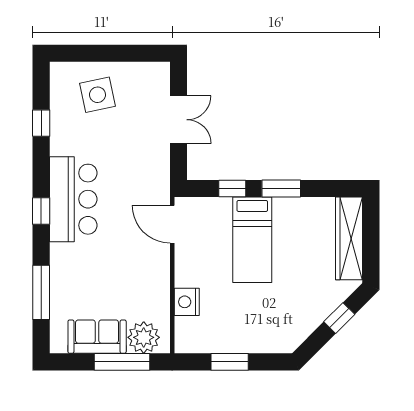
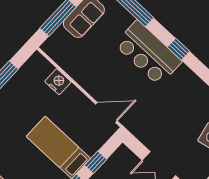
bar counter: (73, 199) -> (148, 53), moved
plant: (144, 337) -> (60, 41), removed

